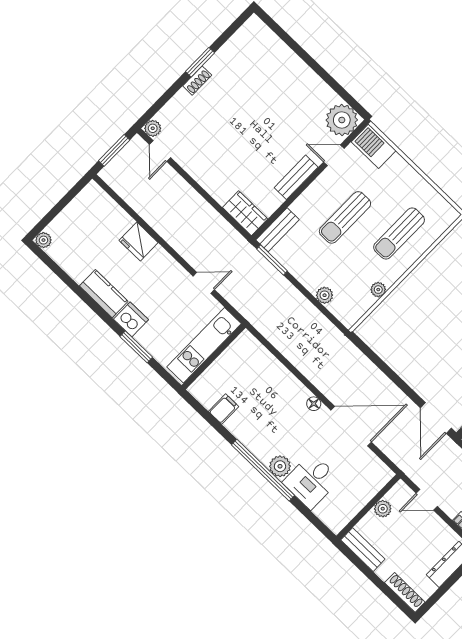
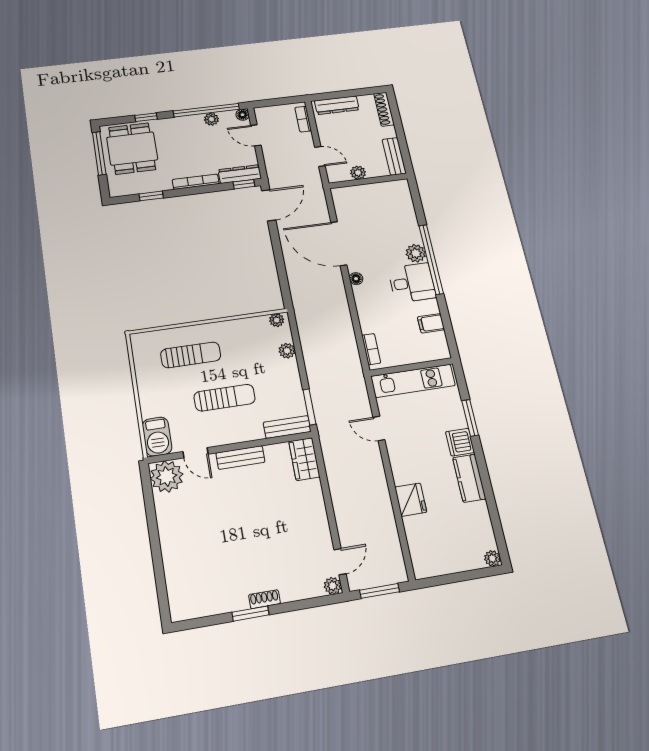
plant: (378, 290) -> (277, 320), moved
bookcase: (257, 348) -> (371, 349), added
desk: (311, 481) -> (412, 283), moved

